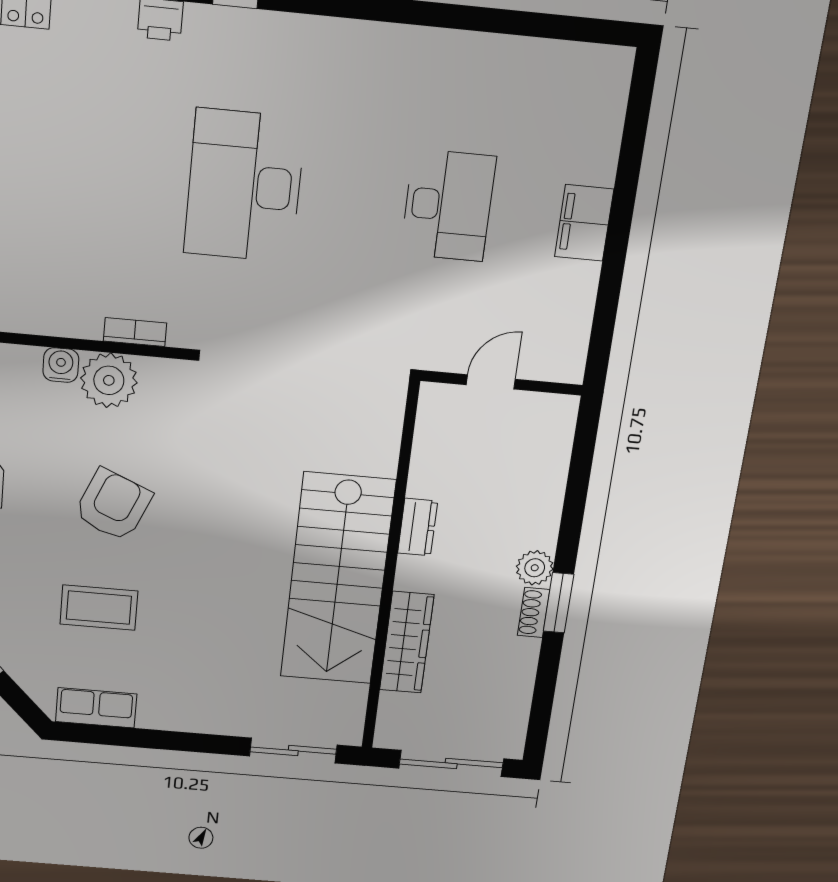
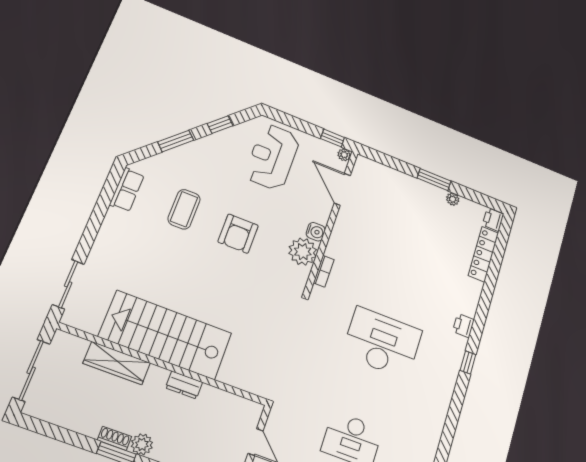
armchair: (113, 505) -> (238, 234), turned 67

